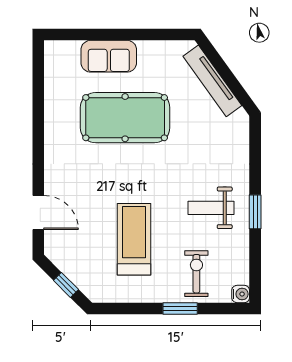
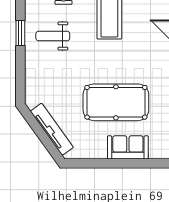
weight bench: (211, 208) -> (53, 36), turned 180

